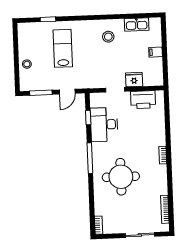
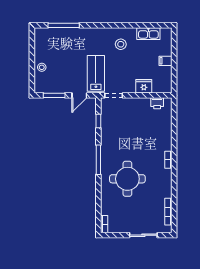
window: (48, 19) -> (64, 25), width x2.17
lab bench: (63, 48) -> (96, 73), moved
doorway: (115, 90) -> (114, 95), moved
printer: (143, 100) -> (157, 103), width x0.53, depth x0.68
desk: (104, 125) -> (113, 128), removed

